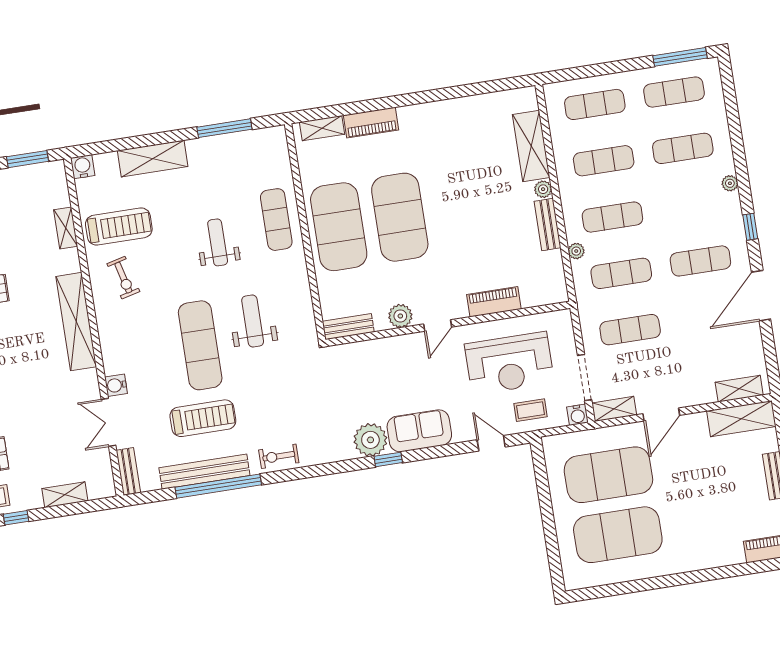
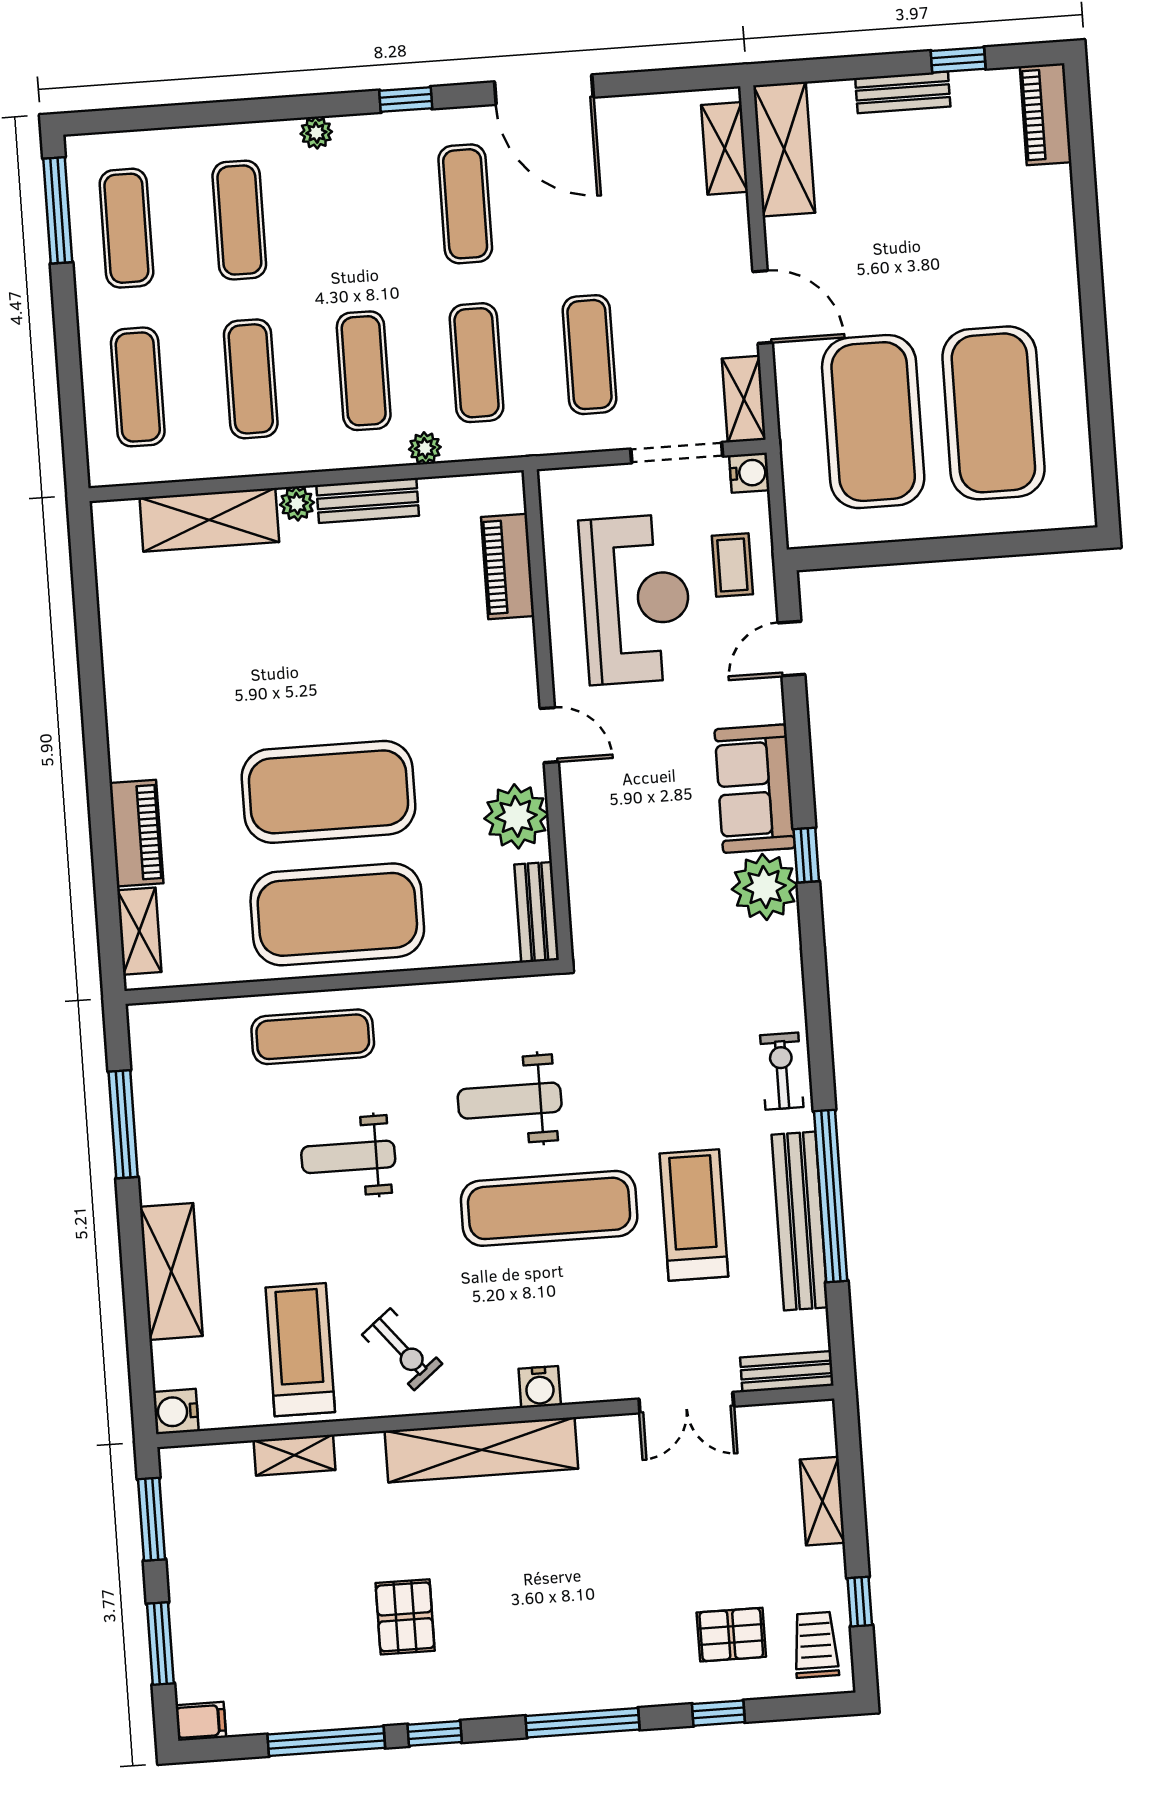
exercise bike: (123, 278) -> (402, 1349), turned 65
piano: (494, 302) -> (508, 567), moved
plant: (400, 316) -> (516, 816), width x1.36, depth x1.36
water cooler: (116, 385) -> (540, 1387), moved
exercise bike: (279, 456) -> (782, 1071), turned 180

